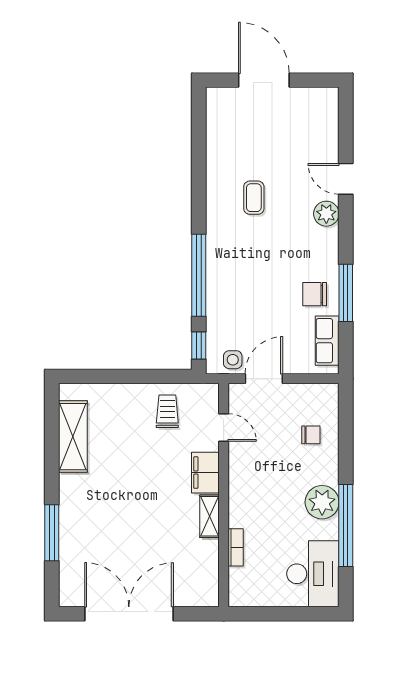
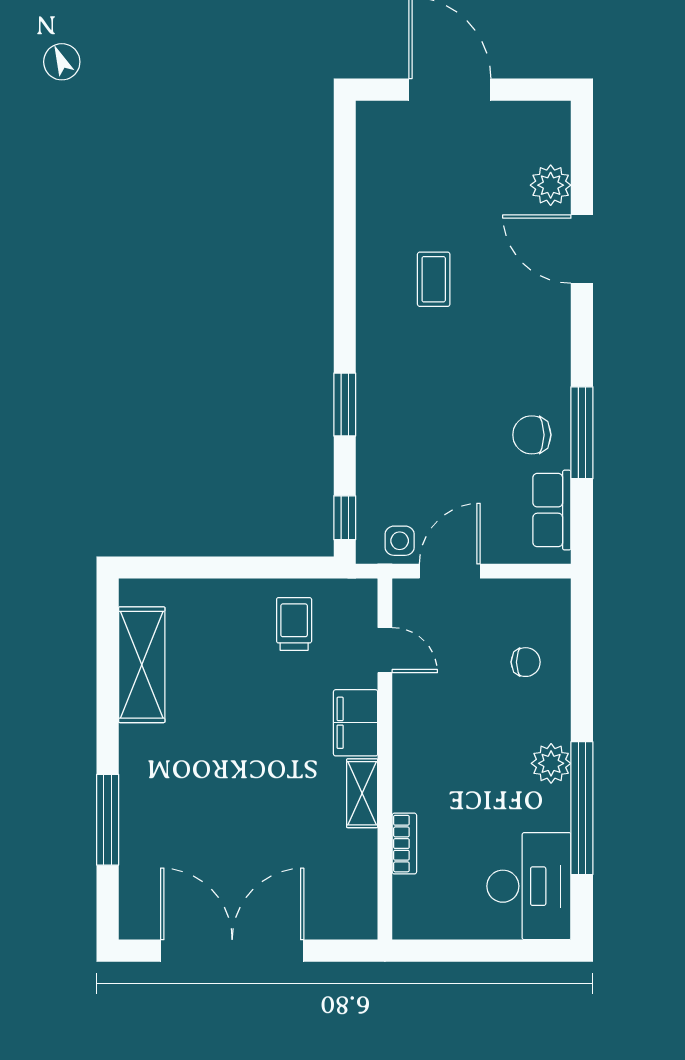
door: (346, 179) -> (582, 249), width x1.37
plant: (326, 214) -> (551, 185), moved
window: (199, 275) -> (345, 404), width x0.47
plant: (322, 502) -> (551, 763), width x0.73, depth x0.73

